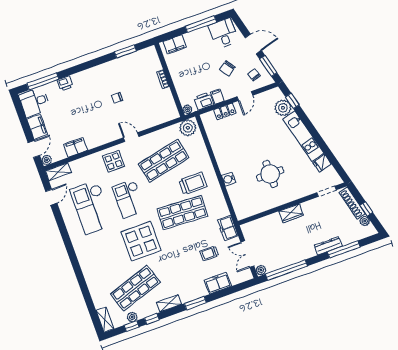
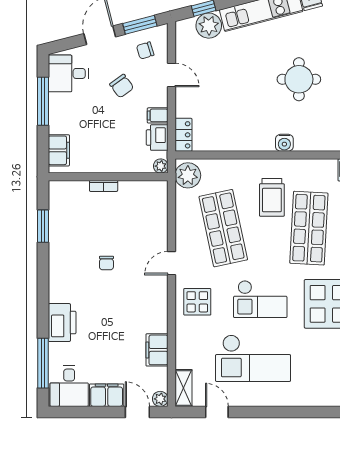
printer: (65, 83) -> (62, 323), width x1.87, depth x1.48
locker: (225, 111) -> (183, 135), moved
trolley: (193, 183) -> (272, 197), turned 180

